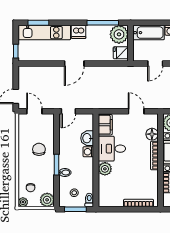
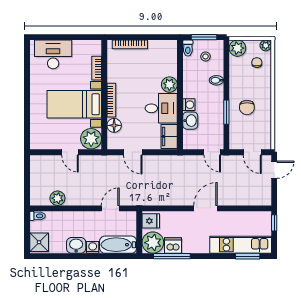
dishwasher: (79, 32) -> (173, 245), moved
door: (68, 111) -> (212, 152), swing flipped
window: (56, 165) -> (226, 112), moved

